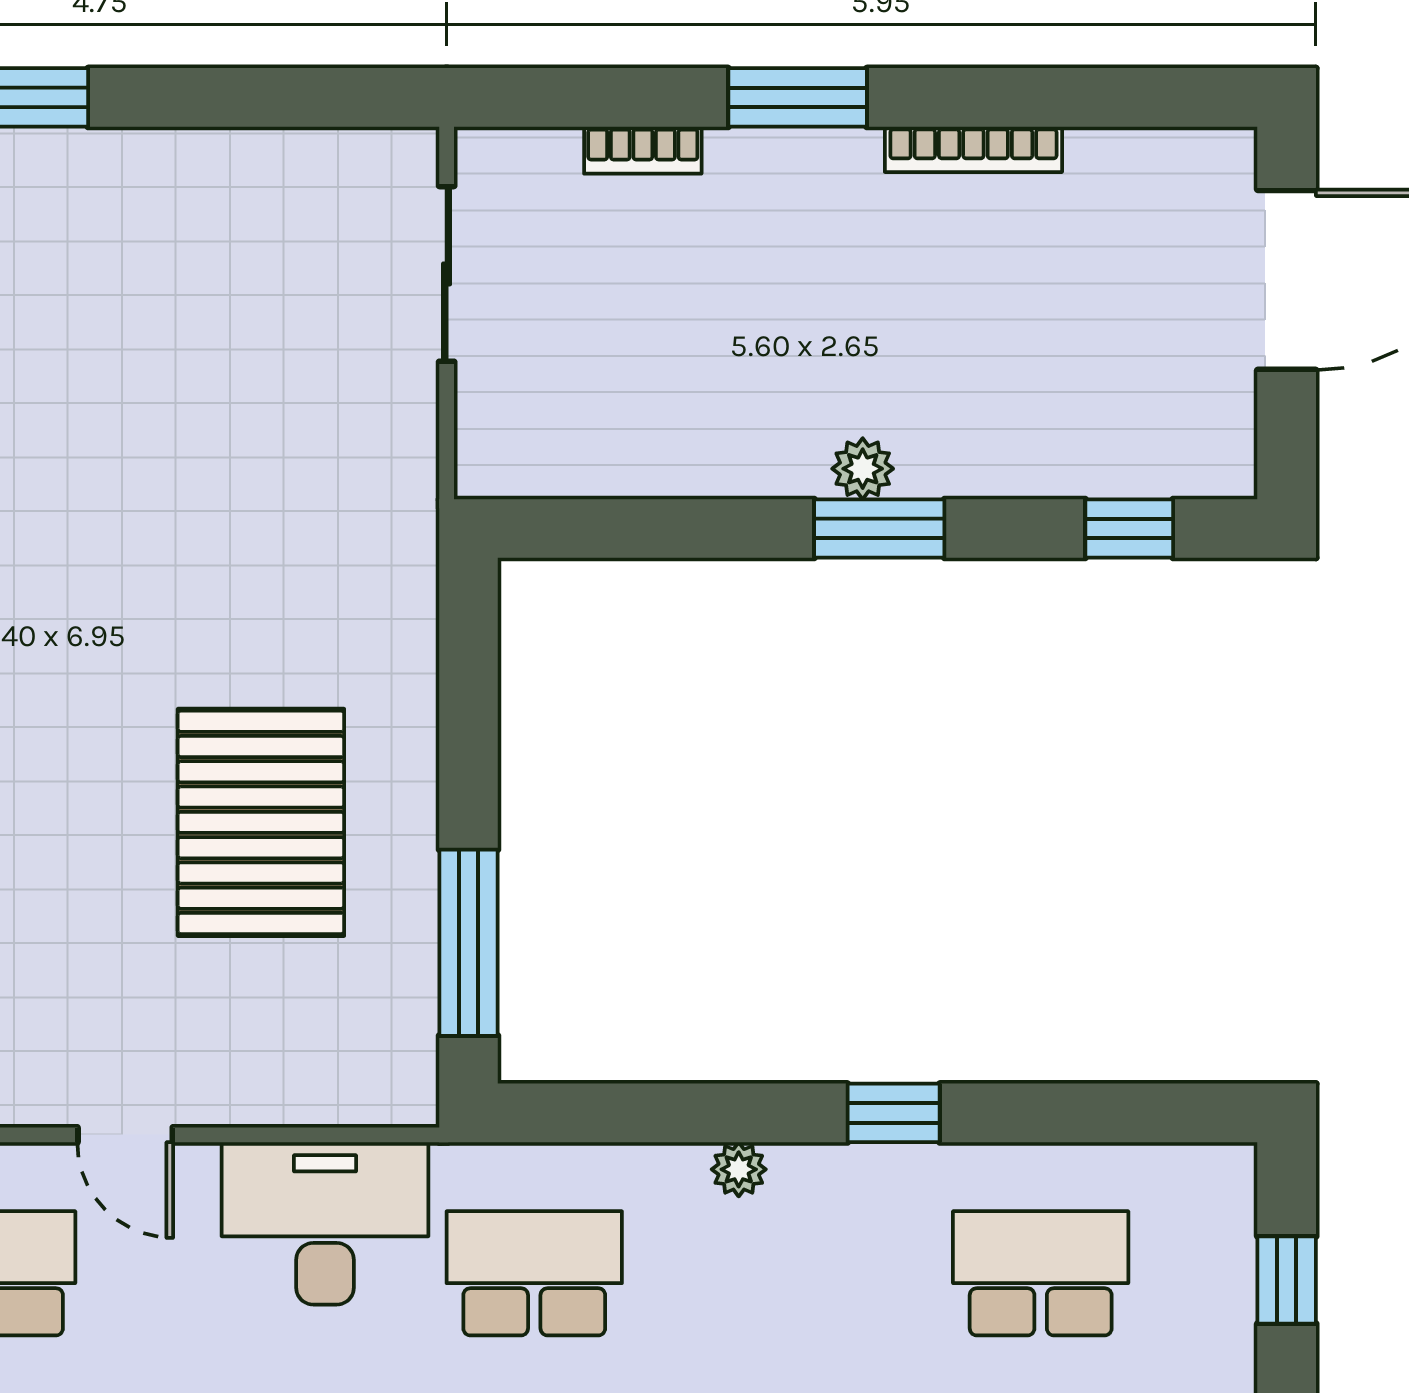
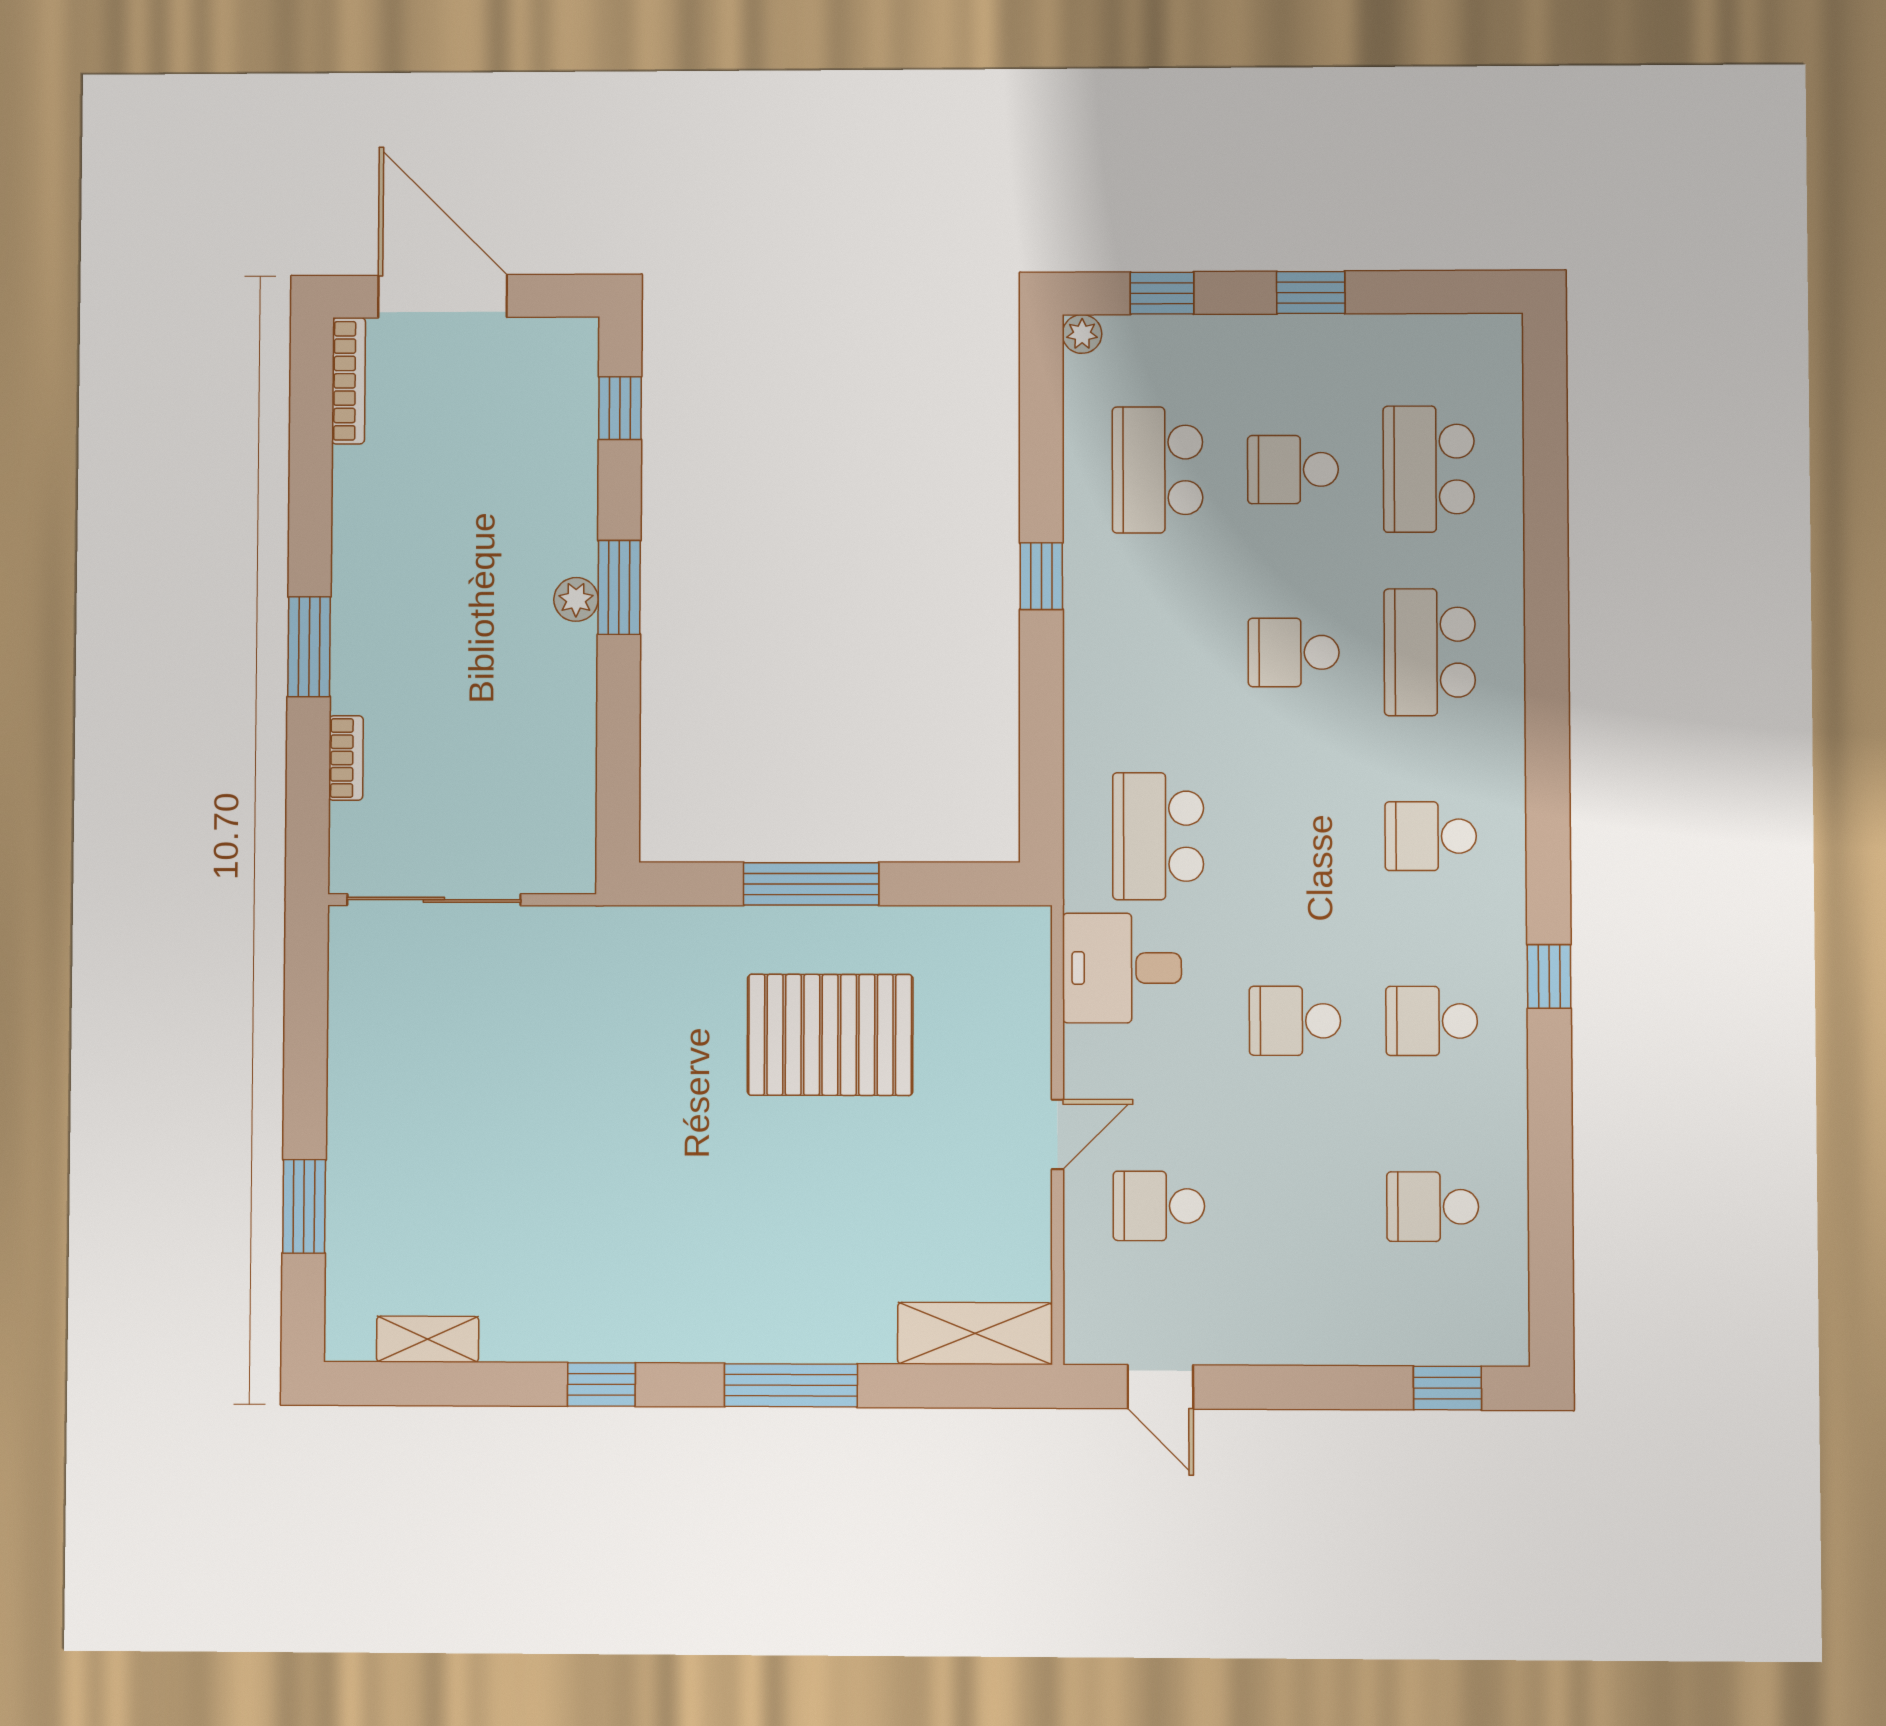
bookcase: (973, 149) -> (349, 381), moved
sliding door: (447, 274) -> (434, 900), width x1.37
window: (469, 943) -> (811, 884), moved
plant: (739, 1169) -> (1082, 334), moved
desk: (325, 1223) -> (1122, 968), width x0.73

